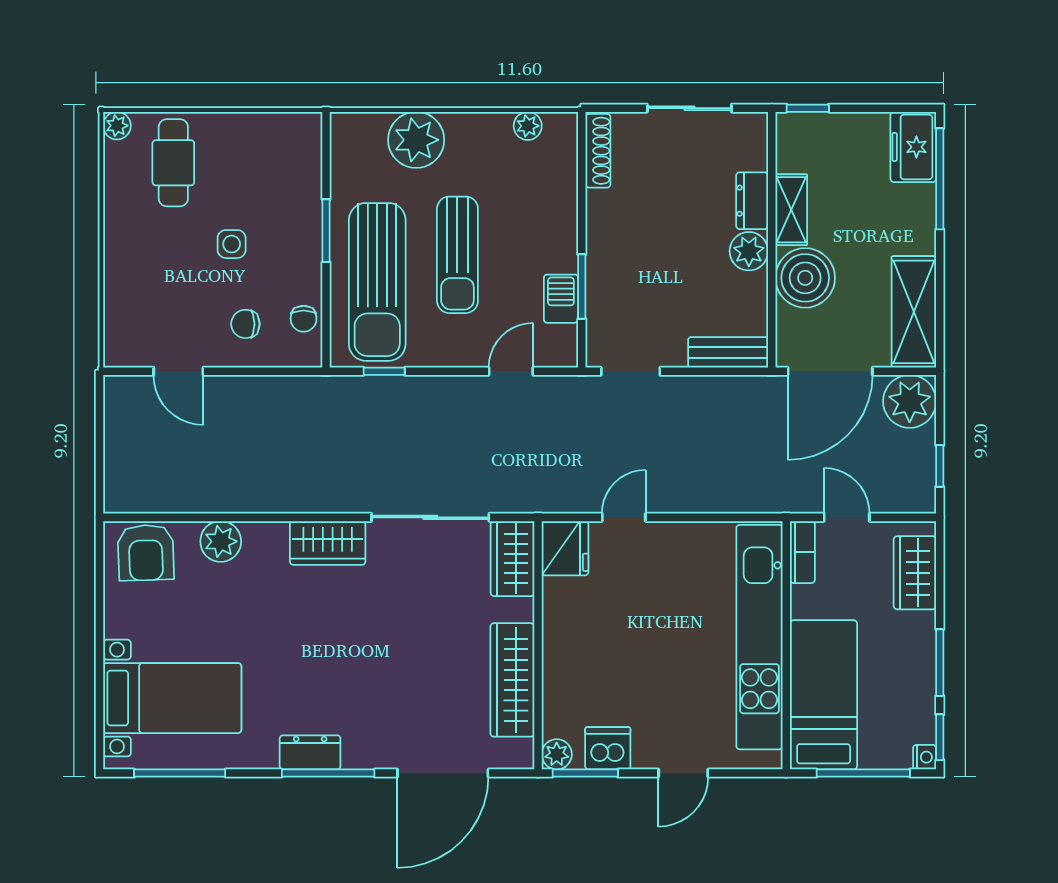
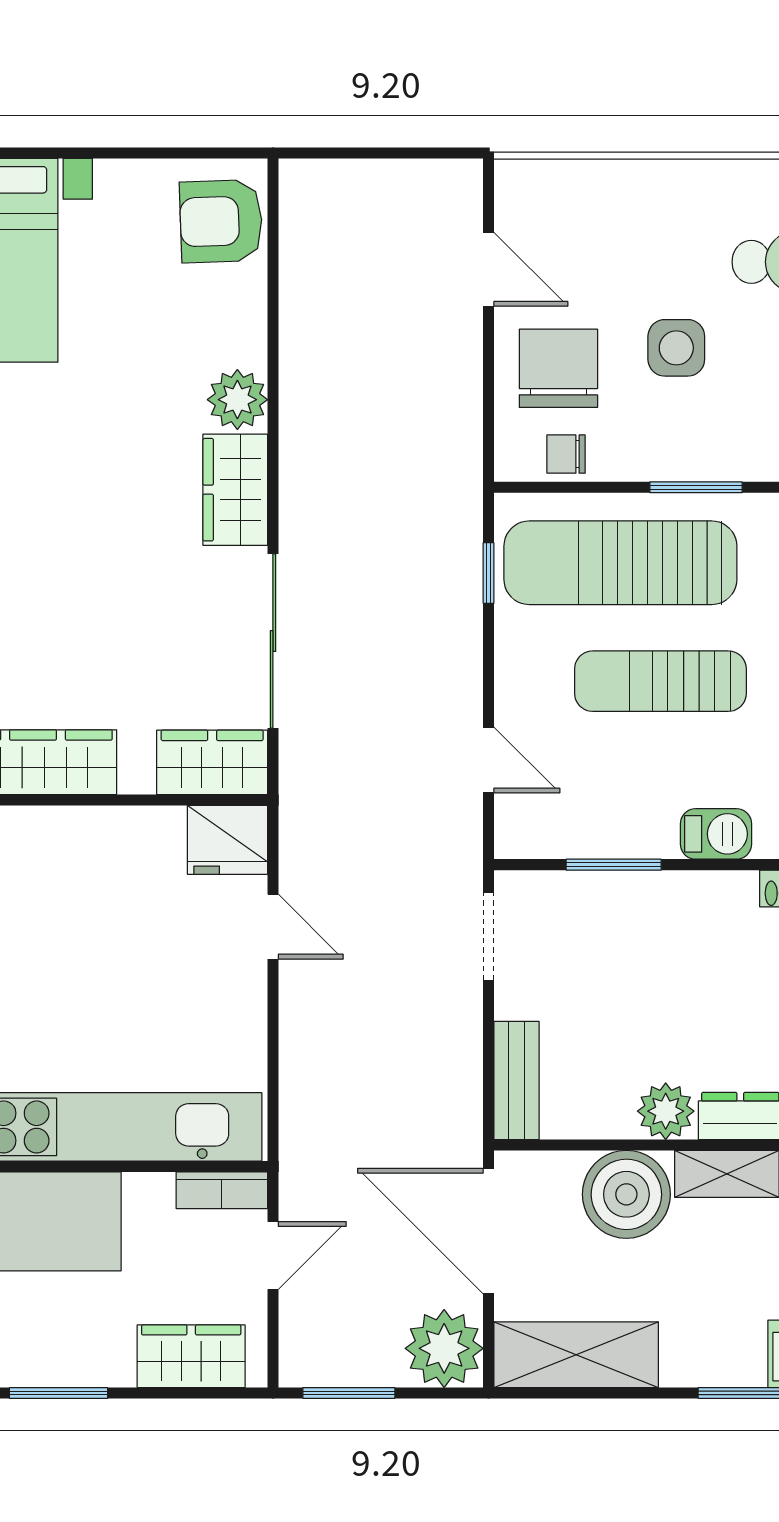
side table: (232, 244) -> (676, 348), width x1.37, depth x1.37
barbecue: (561, 299) -> (716, 834), moved
chair: (245, 324) -> (558, 368), width x1.87, depth x1.87
door: (178, 371) -> (489, 269), swing flipped
window: (940, 466) -> (349, 1393), width x1.50
plant: (221, 541) -> (237, 400), moved

